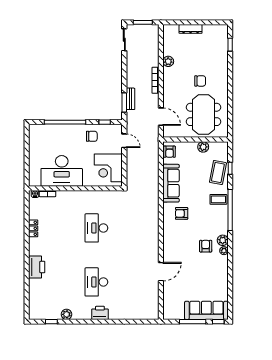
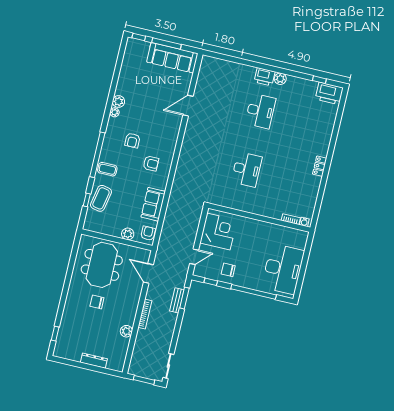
door: (124, 141) -> (194, 257), swing flipped
plant: (203, 147) -> (128, 234), moved
desk: (62, 171) -> (283, 269), moved, turned 90
sofa: (171, 183) -> (153, 204), width x0.73
locker: (33, 228) -> (320, 166), moved
plant: (223, 240) -> (118, 101), moved
armchair: (206, 246) -> (132, 140), moved
printer: (37, 267) -> (329, 94), moved, turned -90
sofa: (206, 310) -> (172, 58), moved
plant: (67, 314) -> (280, 79), moved

